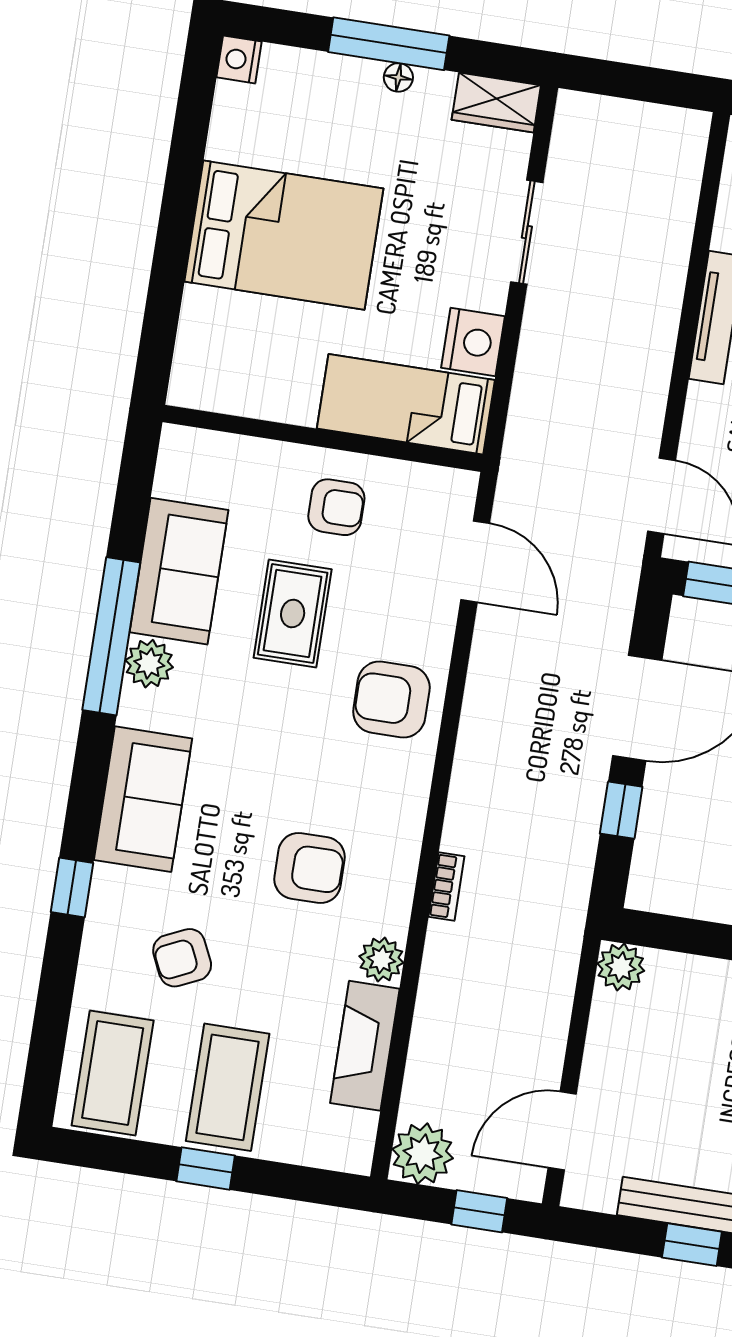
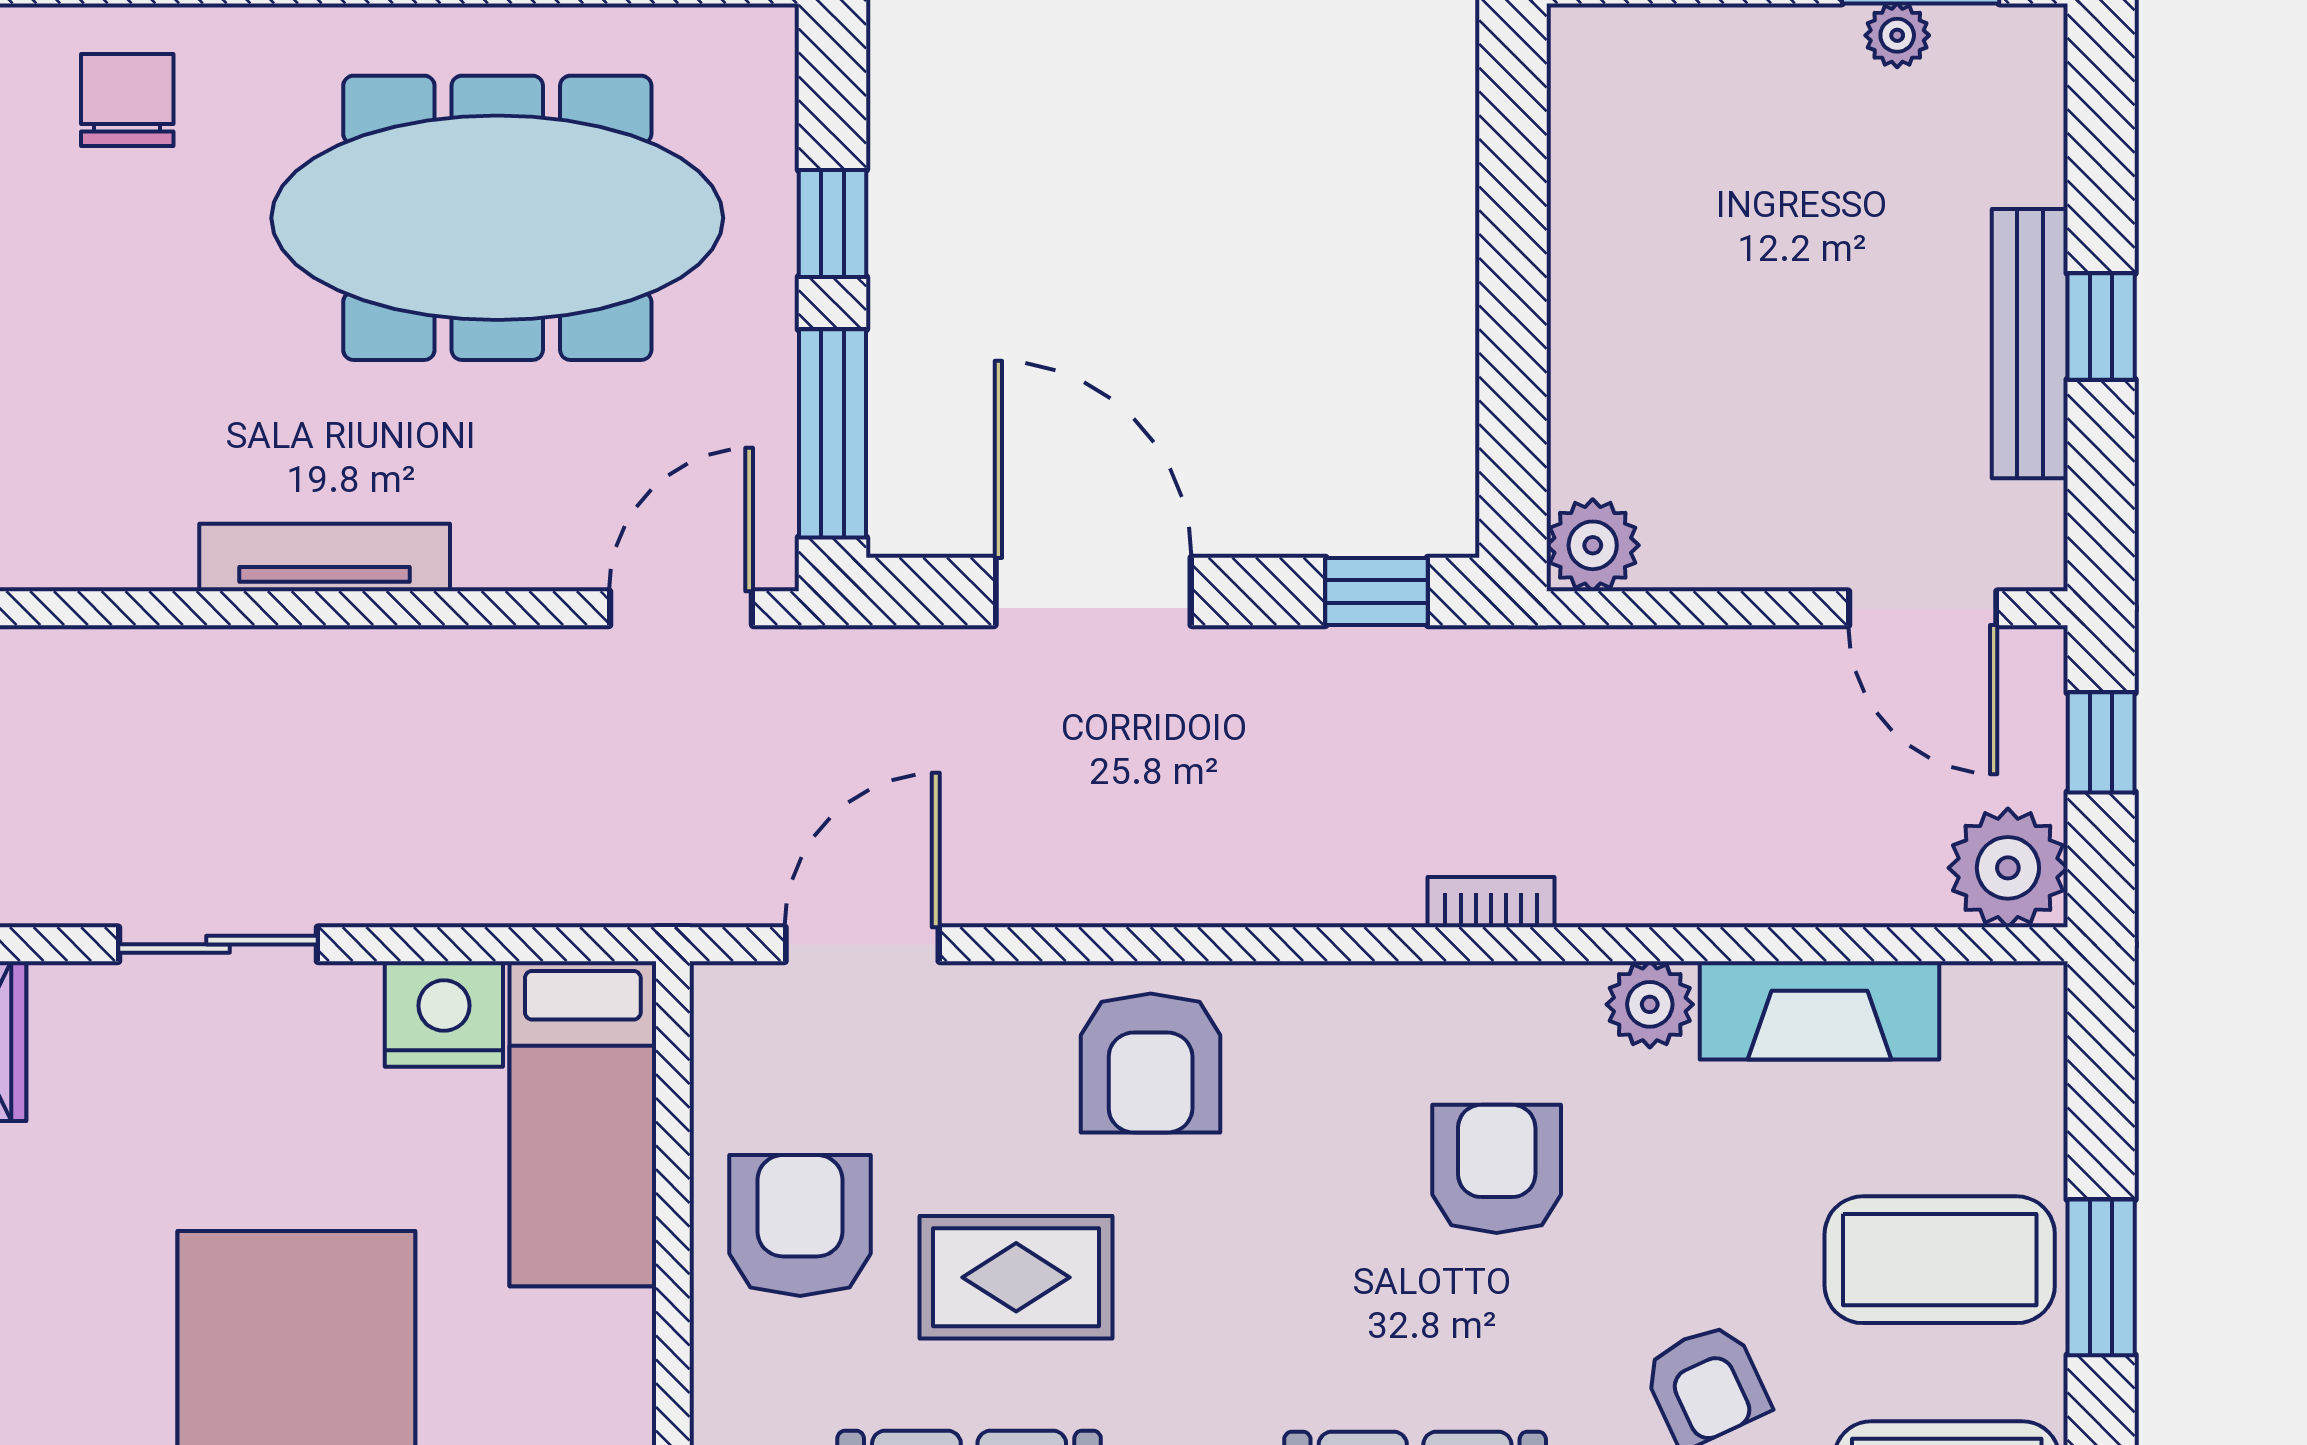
armchair: (336, 507) -> (800, 1225), width x1.38, depth x1.38
window: (621, 810) -> (1377, 591), moved
window: (206, 1168) -> (2101, 1277), width x1.50

